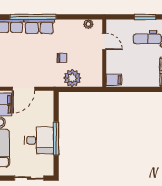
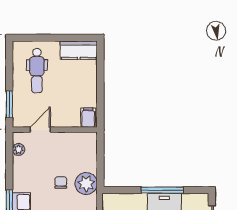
window: (145, 17) -> (9, 104), moved
plant: (72, 78) -> (86, 184), moved

